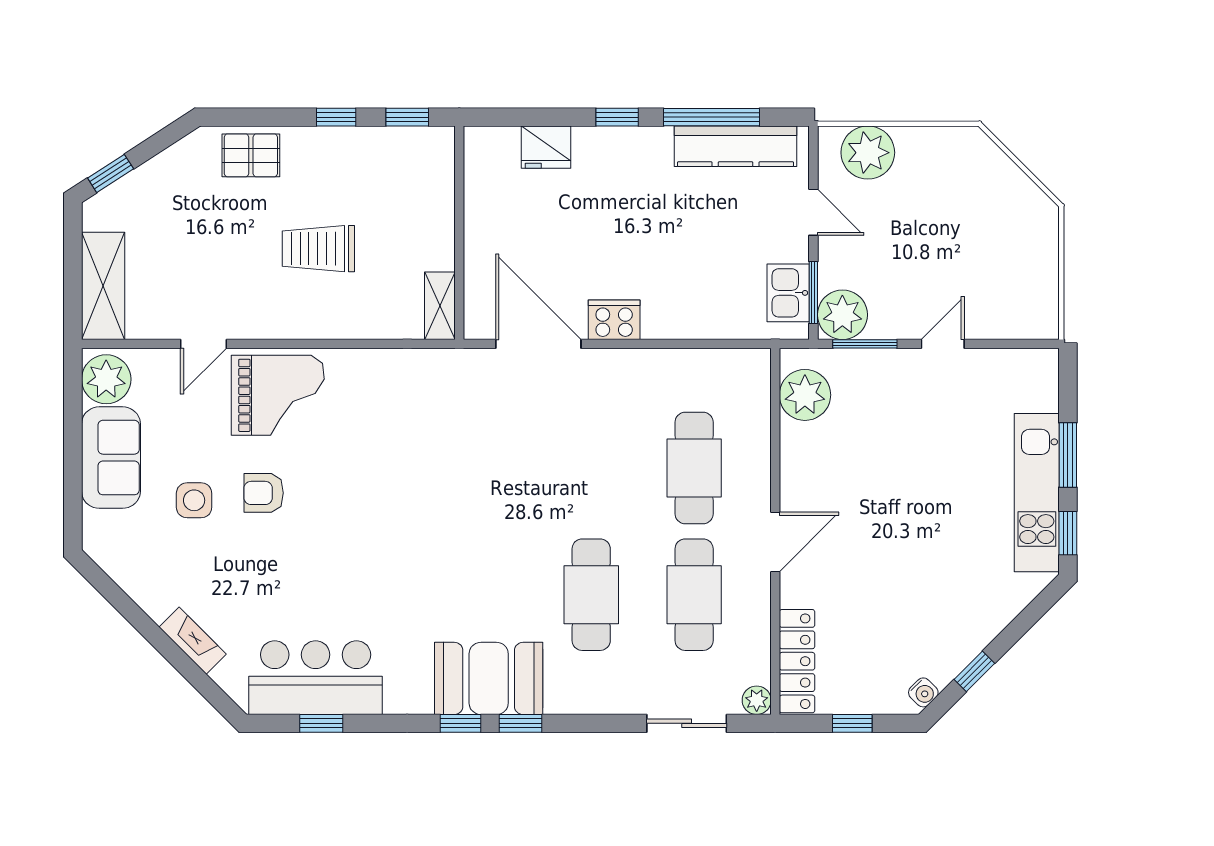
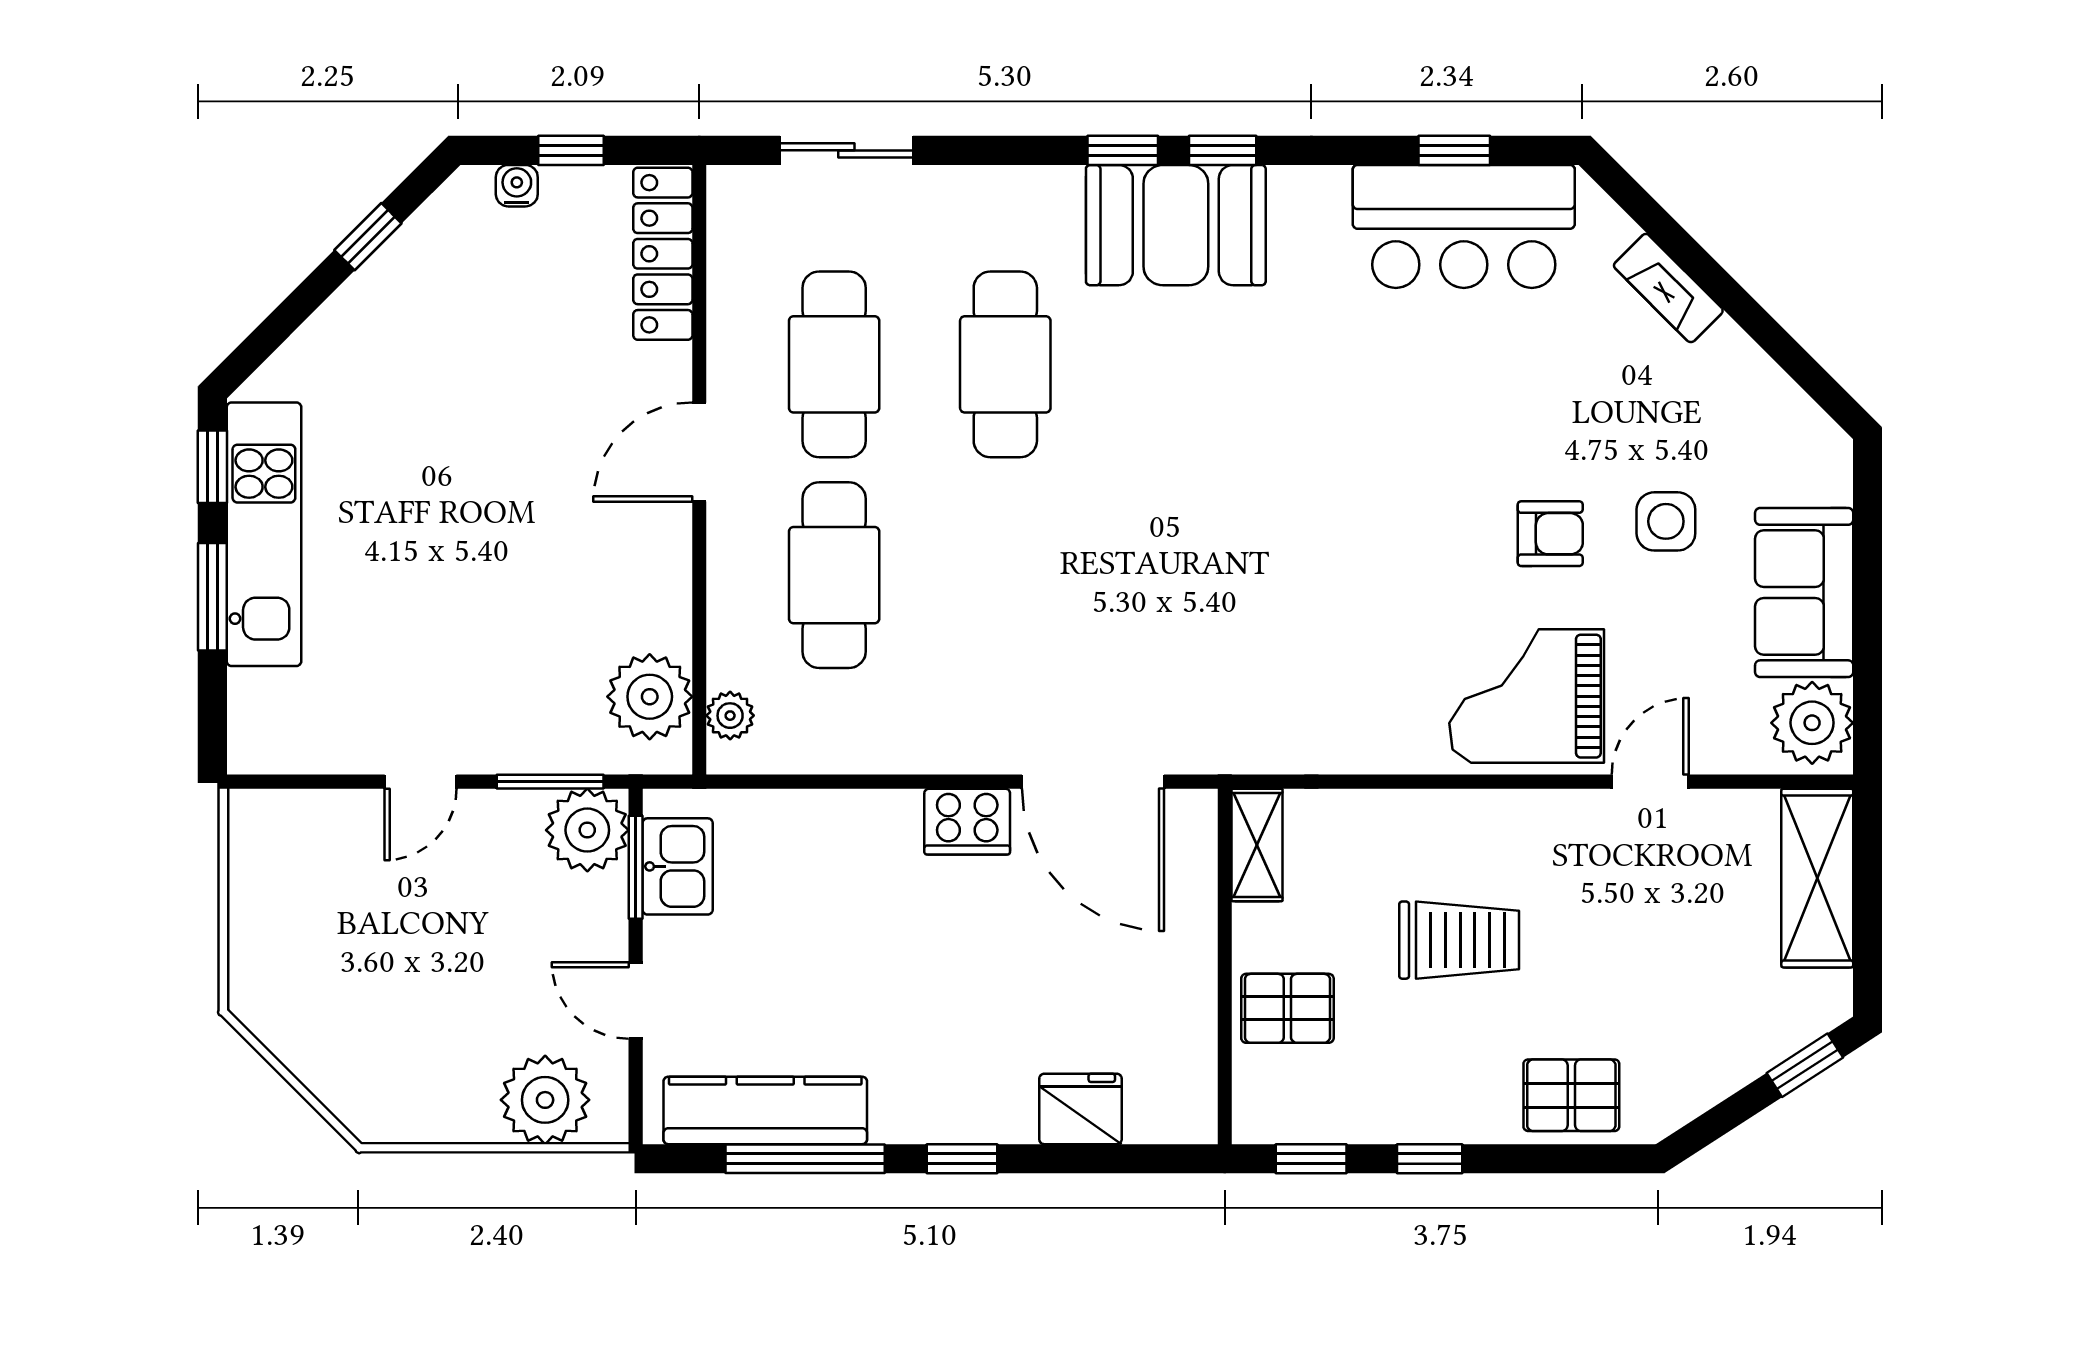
pallet: (422, 208) -> (1287, 1008), added
water cooler: (923, 692) -> (517, 186), moved, turned 45
plant: (757, 700) -> (730, 716), moved

